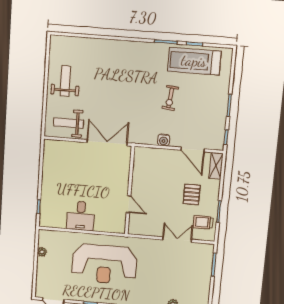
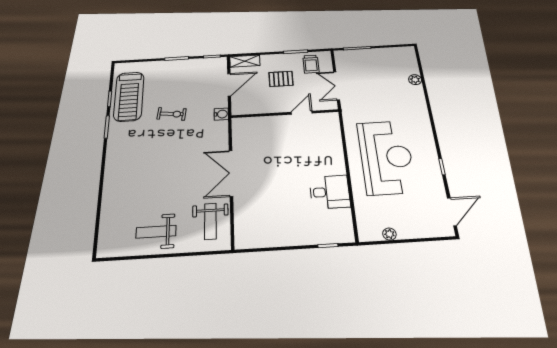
wall: (130, 190) -> (285, 114), moved
door: (129, 204) -> (302, 113), moved

